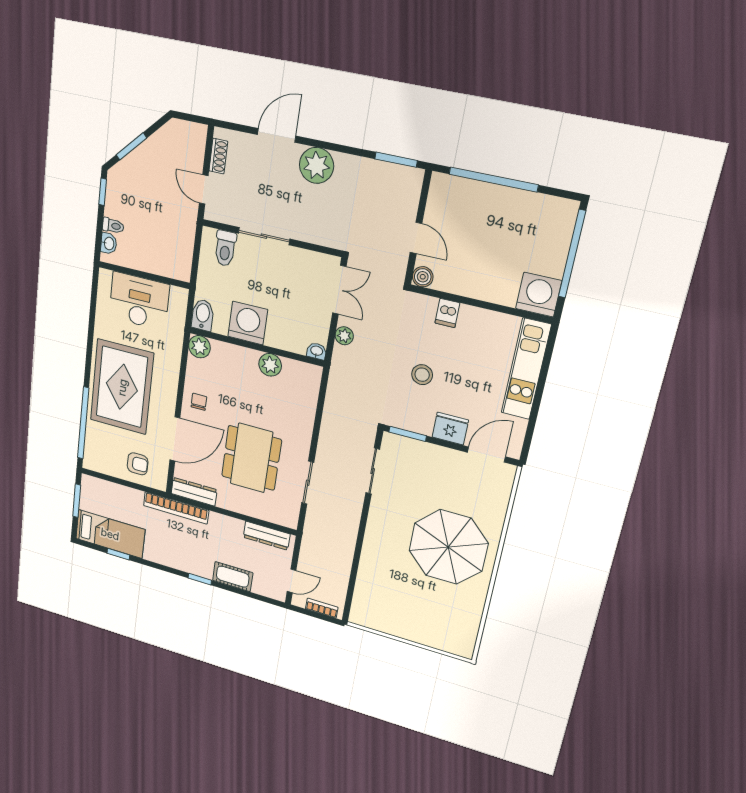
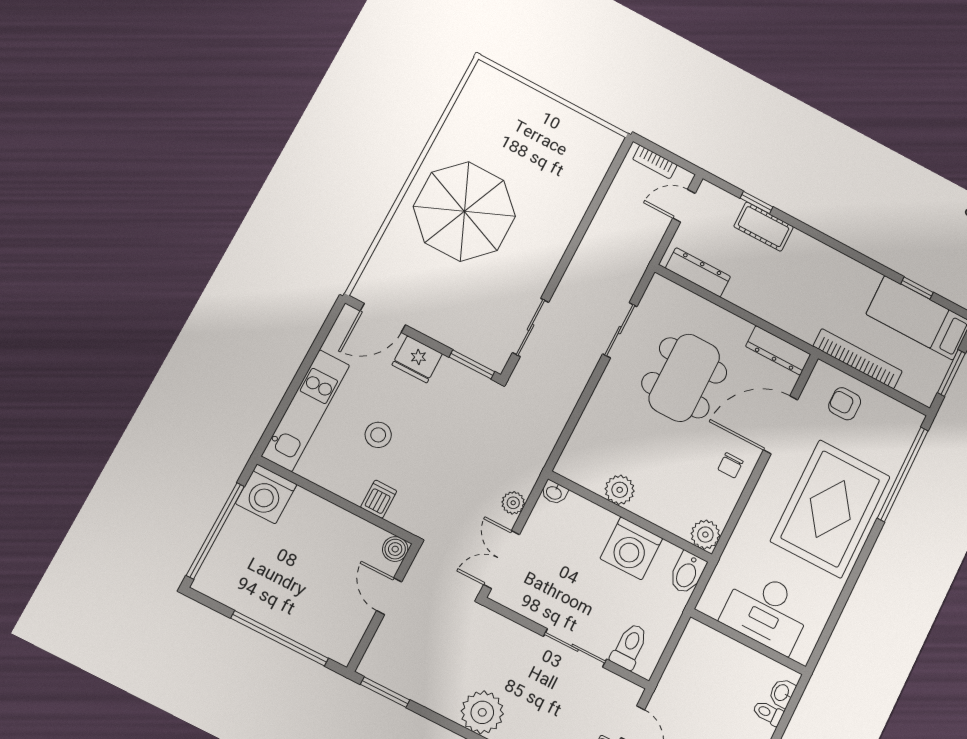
stool: (422, 375) -> (378, 435), moved
bookcase: (176, 508) -> (858, 359), moved
window: (200, 579) -> (756, 203), moved

